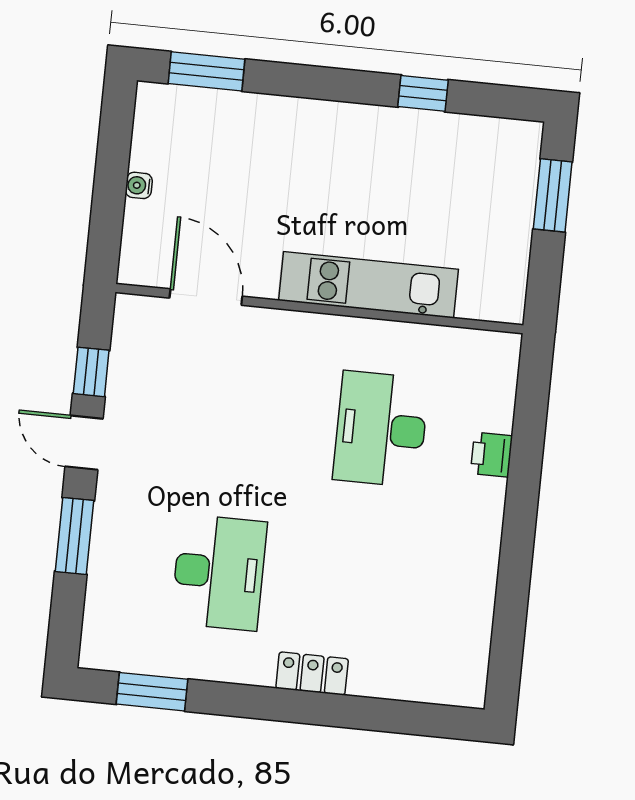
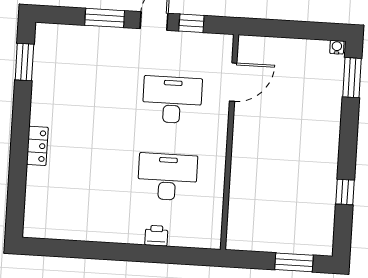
water cooler: (139, 185) -> (337, 47), moved
kitchen unit: (369, 285) -> (243, 167), removed
desk: (219, 572) -> (172, 100), moved, turned 180

